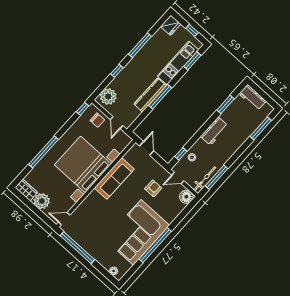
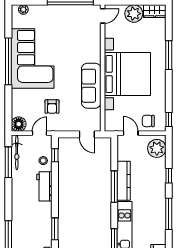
workbench: (214, 131) -> (44, 186), moved
window: (44, 152) -> (169, 55), width x0.68

